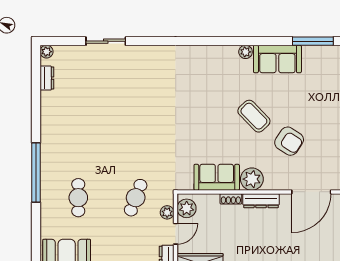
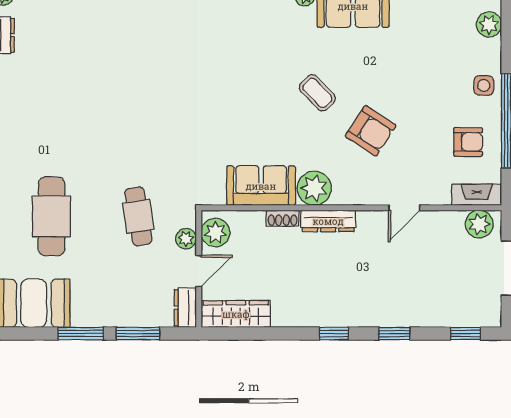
coffee table: (254, 116) -> (317, 93), width x0.73, depth x0.77
door: (311, 192) -> (404, 208), width x0.53
cafe table: (78, 198) -> (51, 216), width x1.37, depth x1.35
cafe table: (136, 198) -> (138, 216), turned -30

